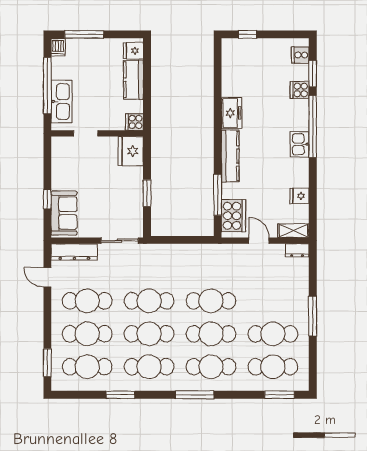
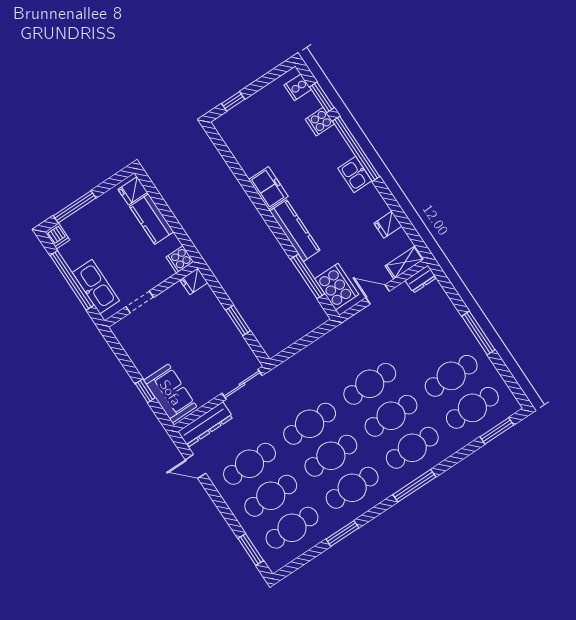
fridge: (131, 151) -> (194, 281), width x0.53, depth x0.75

